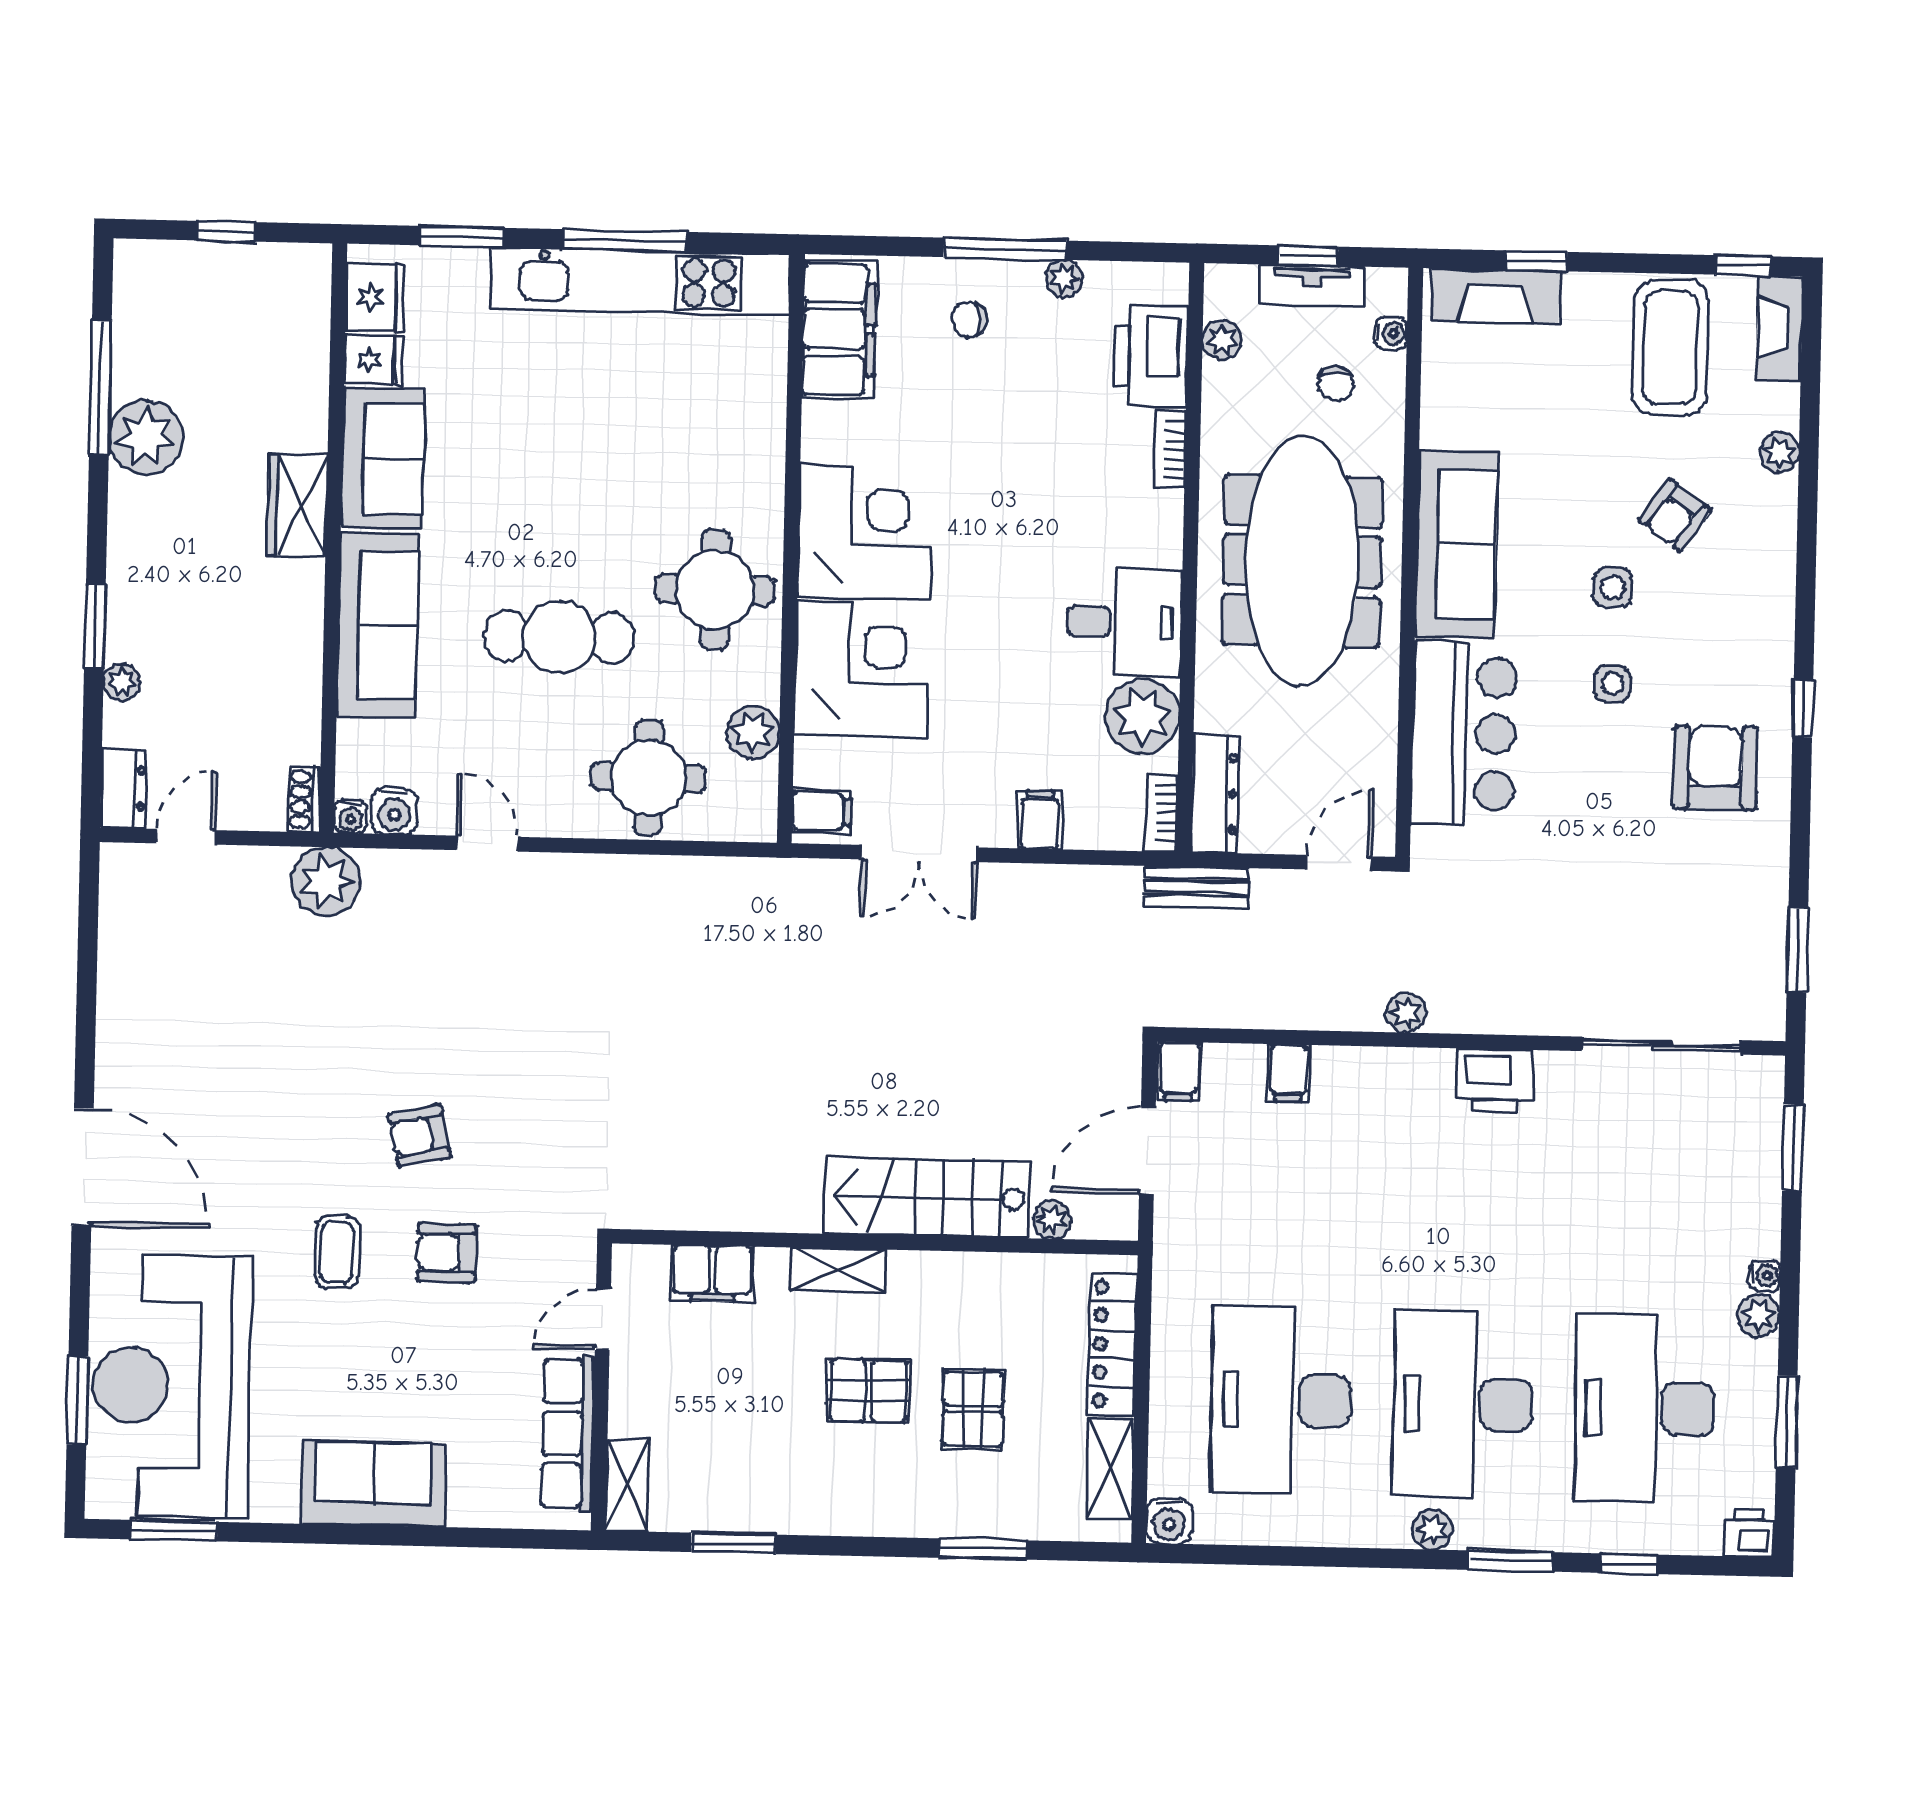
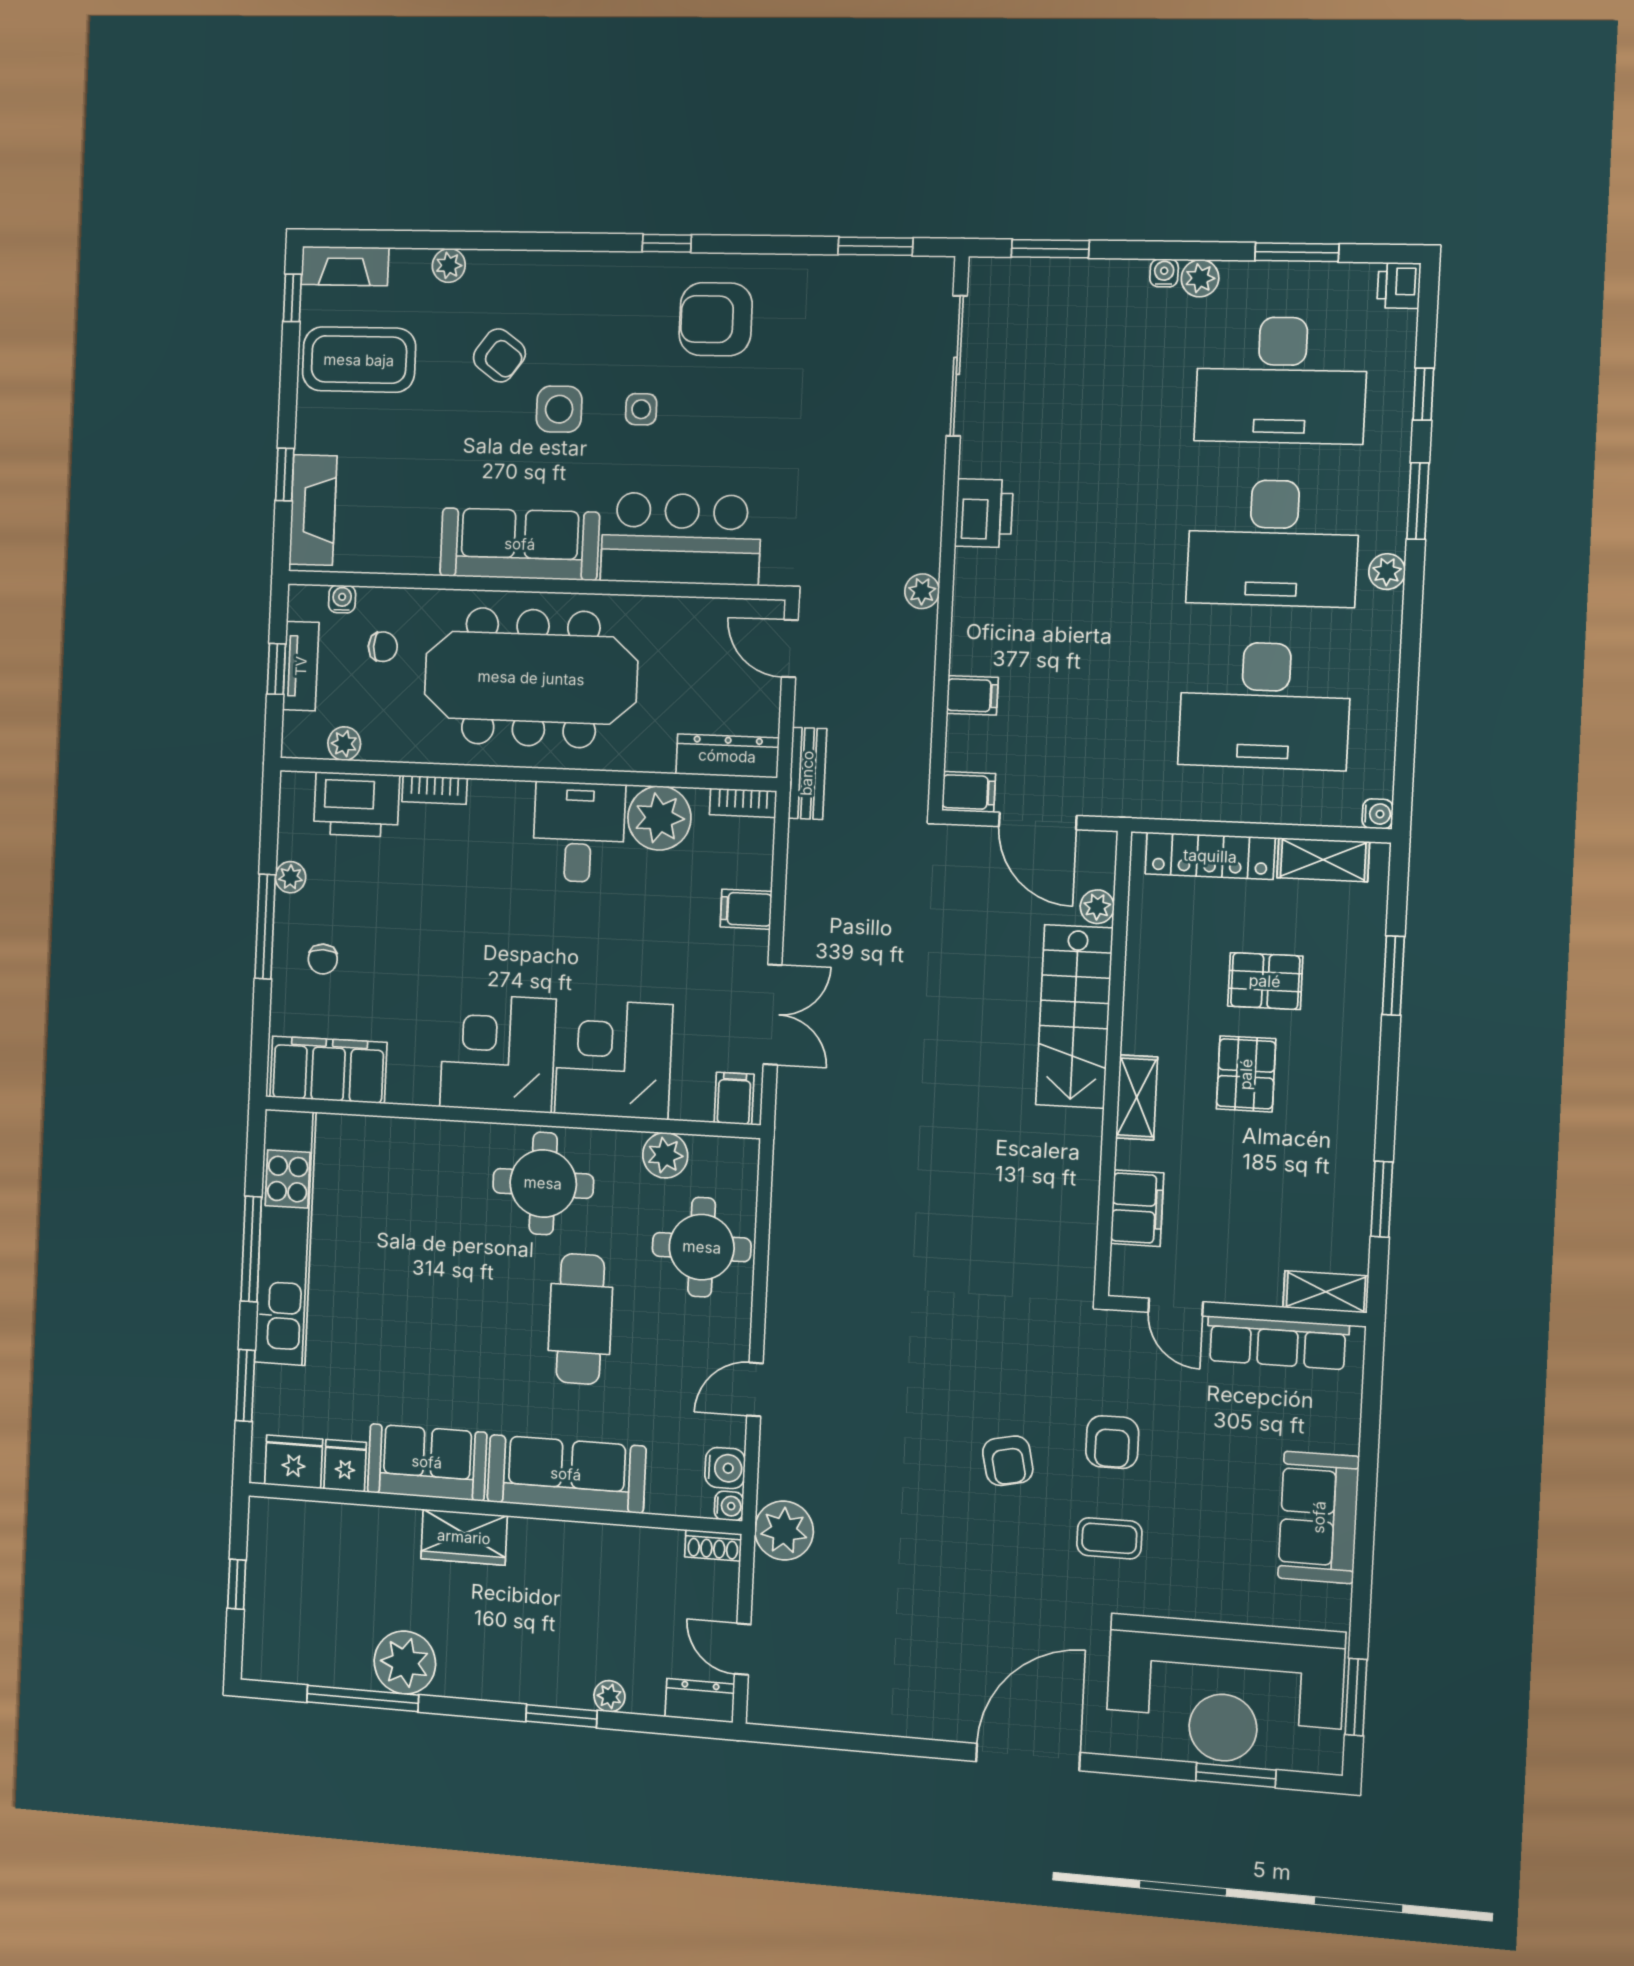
side table: (1613, 587) -> (559, 409), width x1.37, depth x1.37
water cooler: (1169, 1521) -> (1378, 814), width x0.72, depth x0.72

